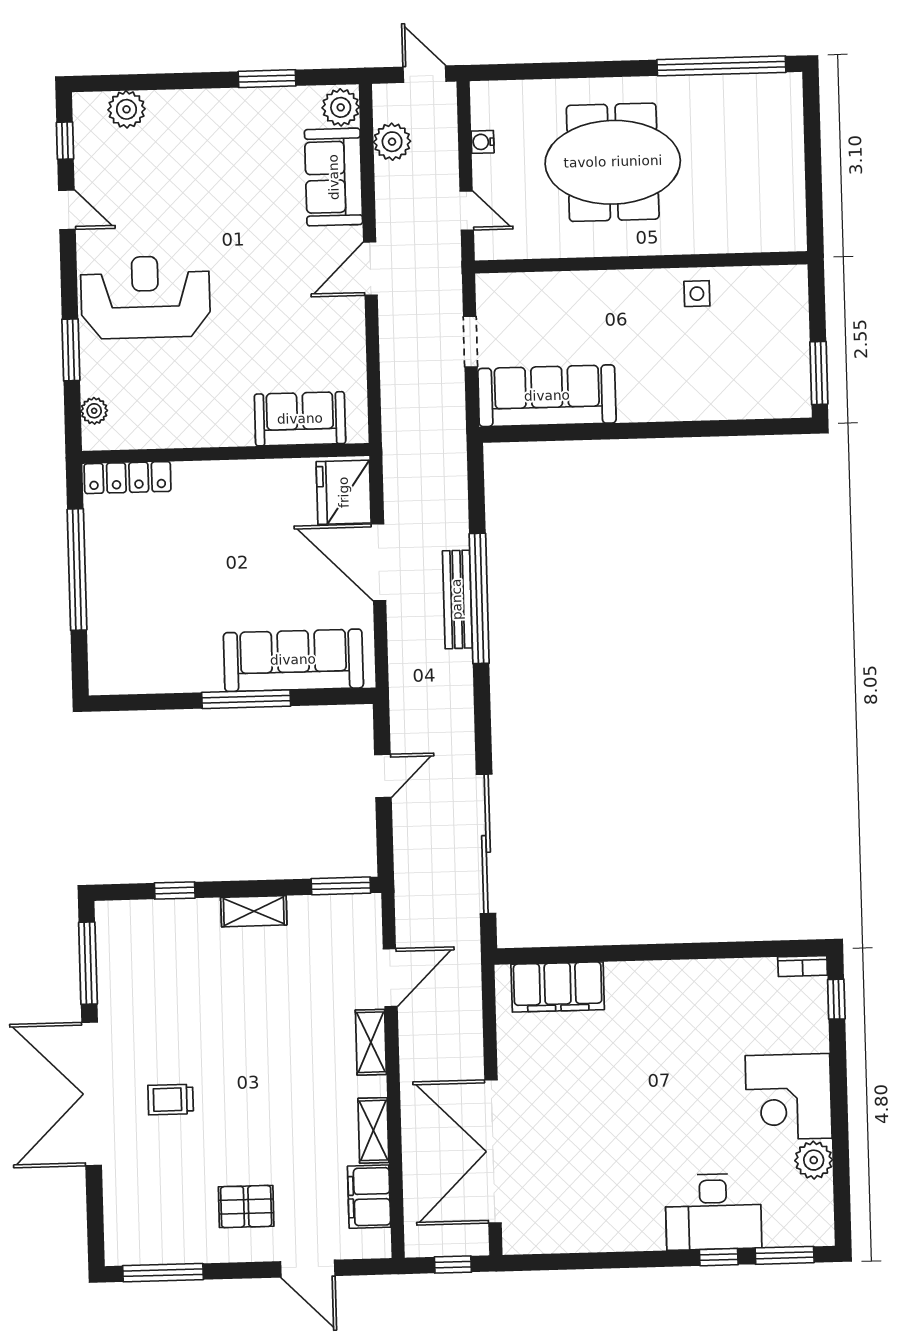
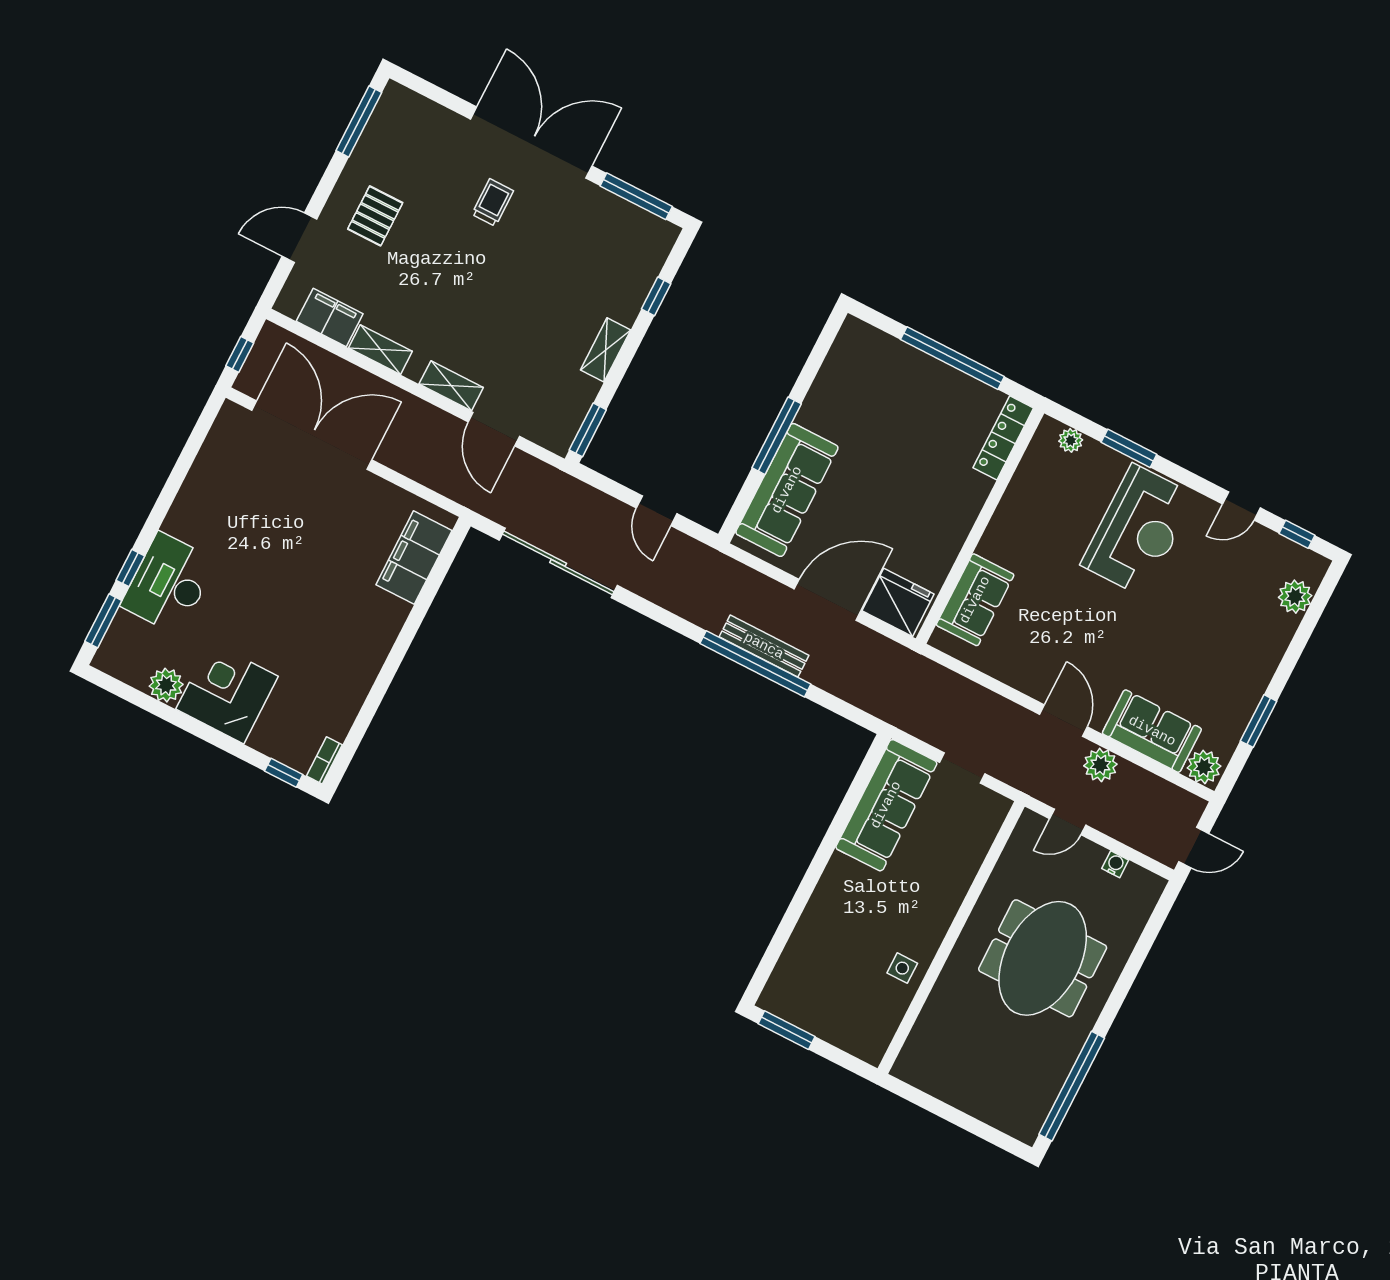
plant: (392, 142) -> (1100, 765), moved

